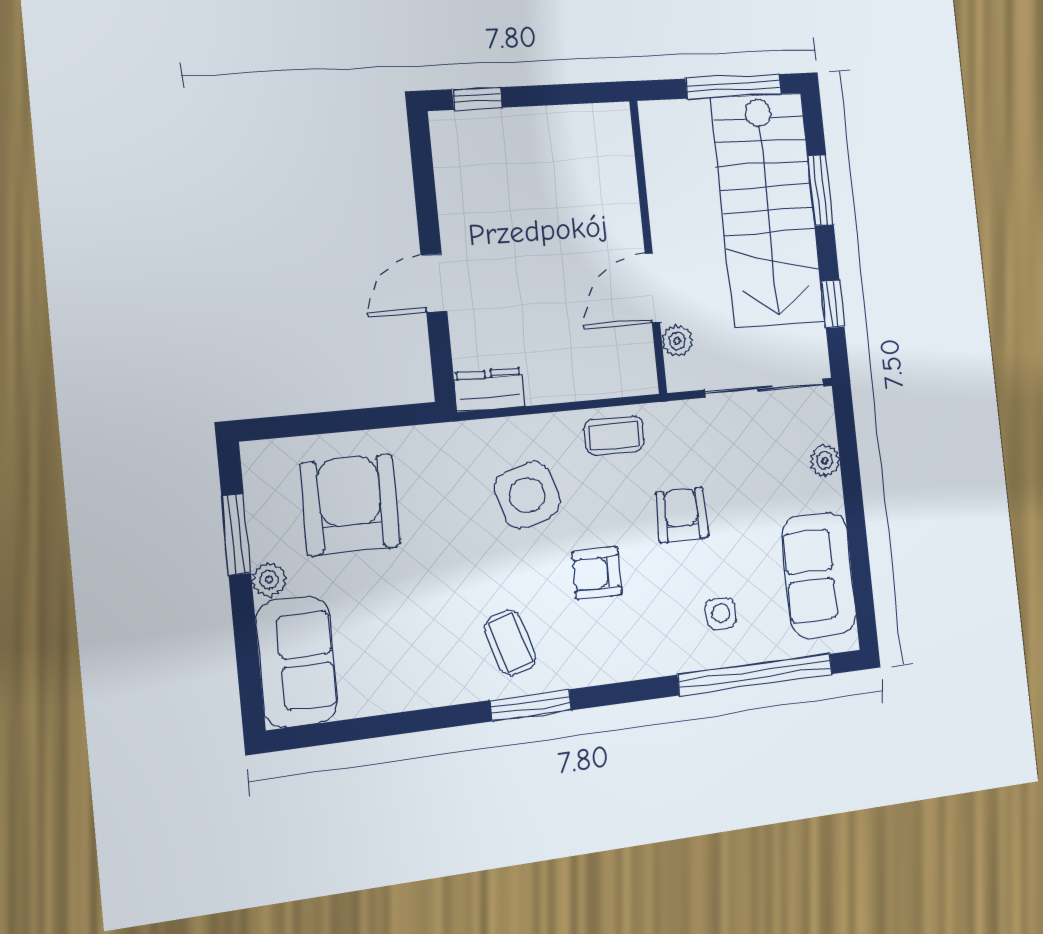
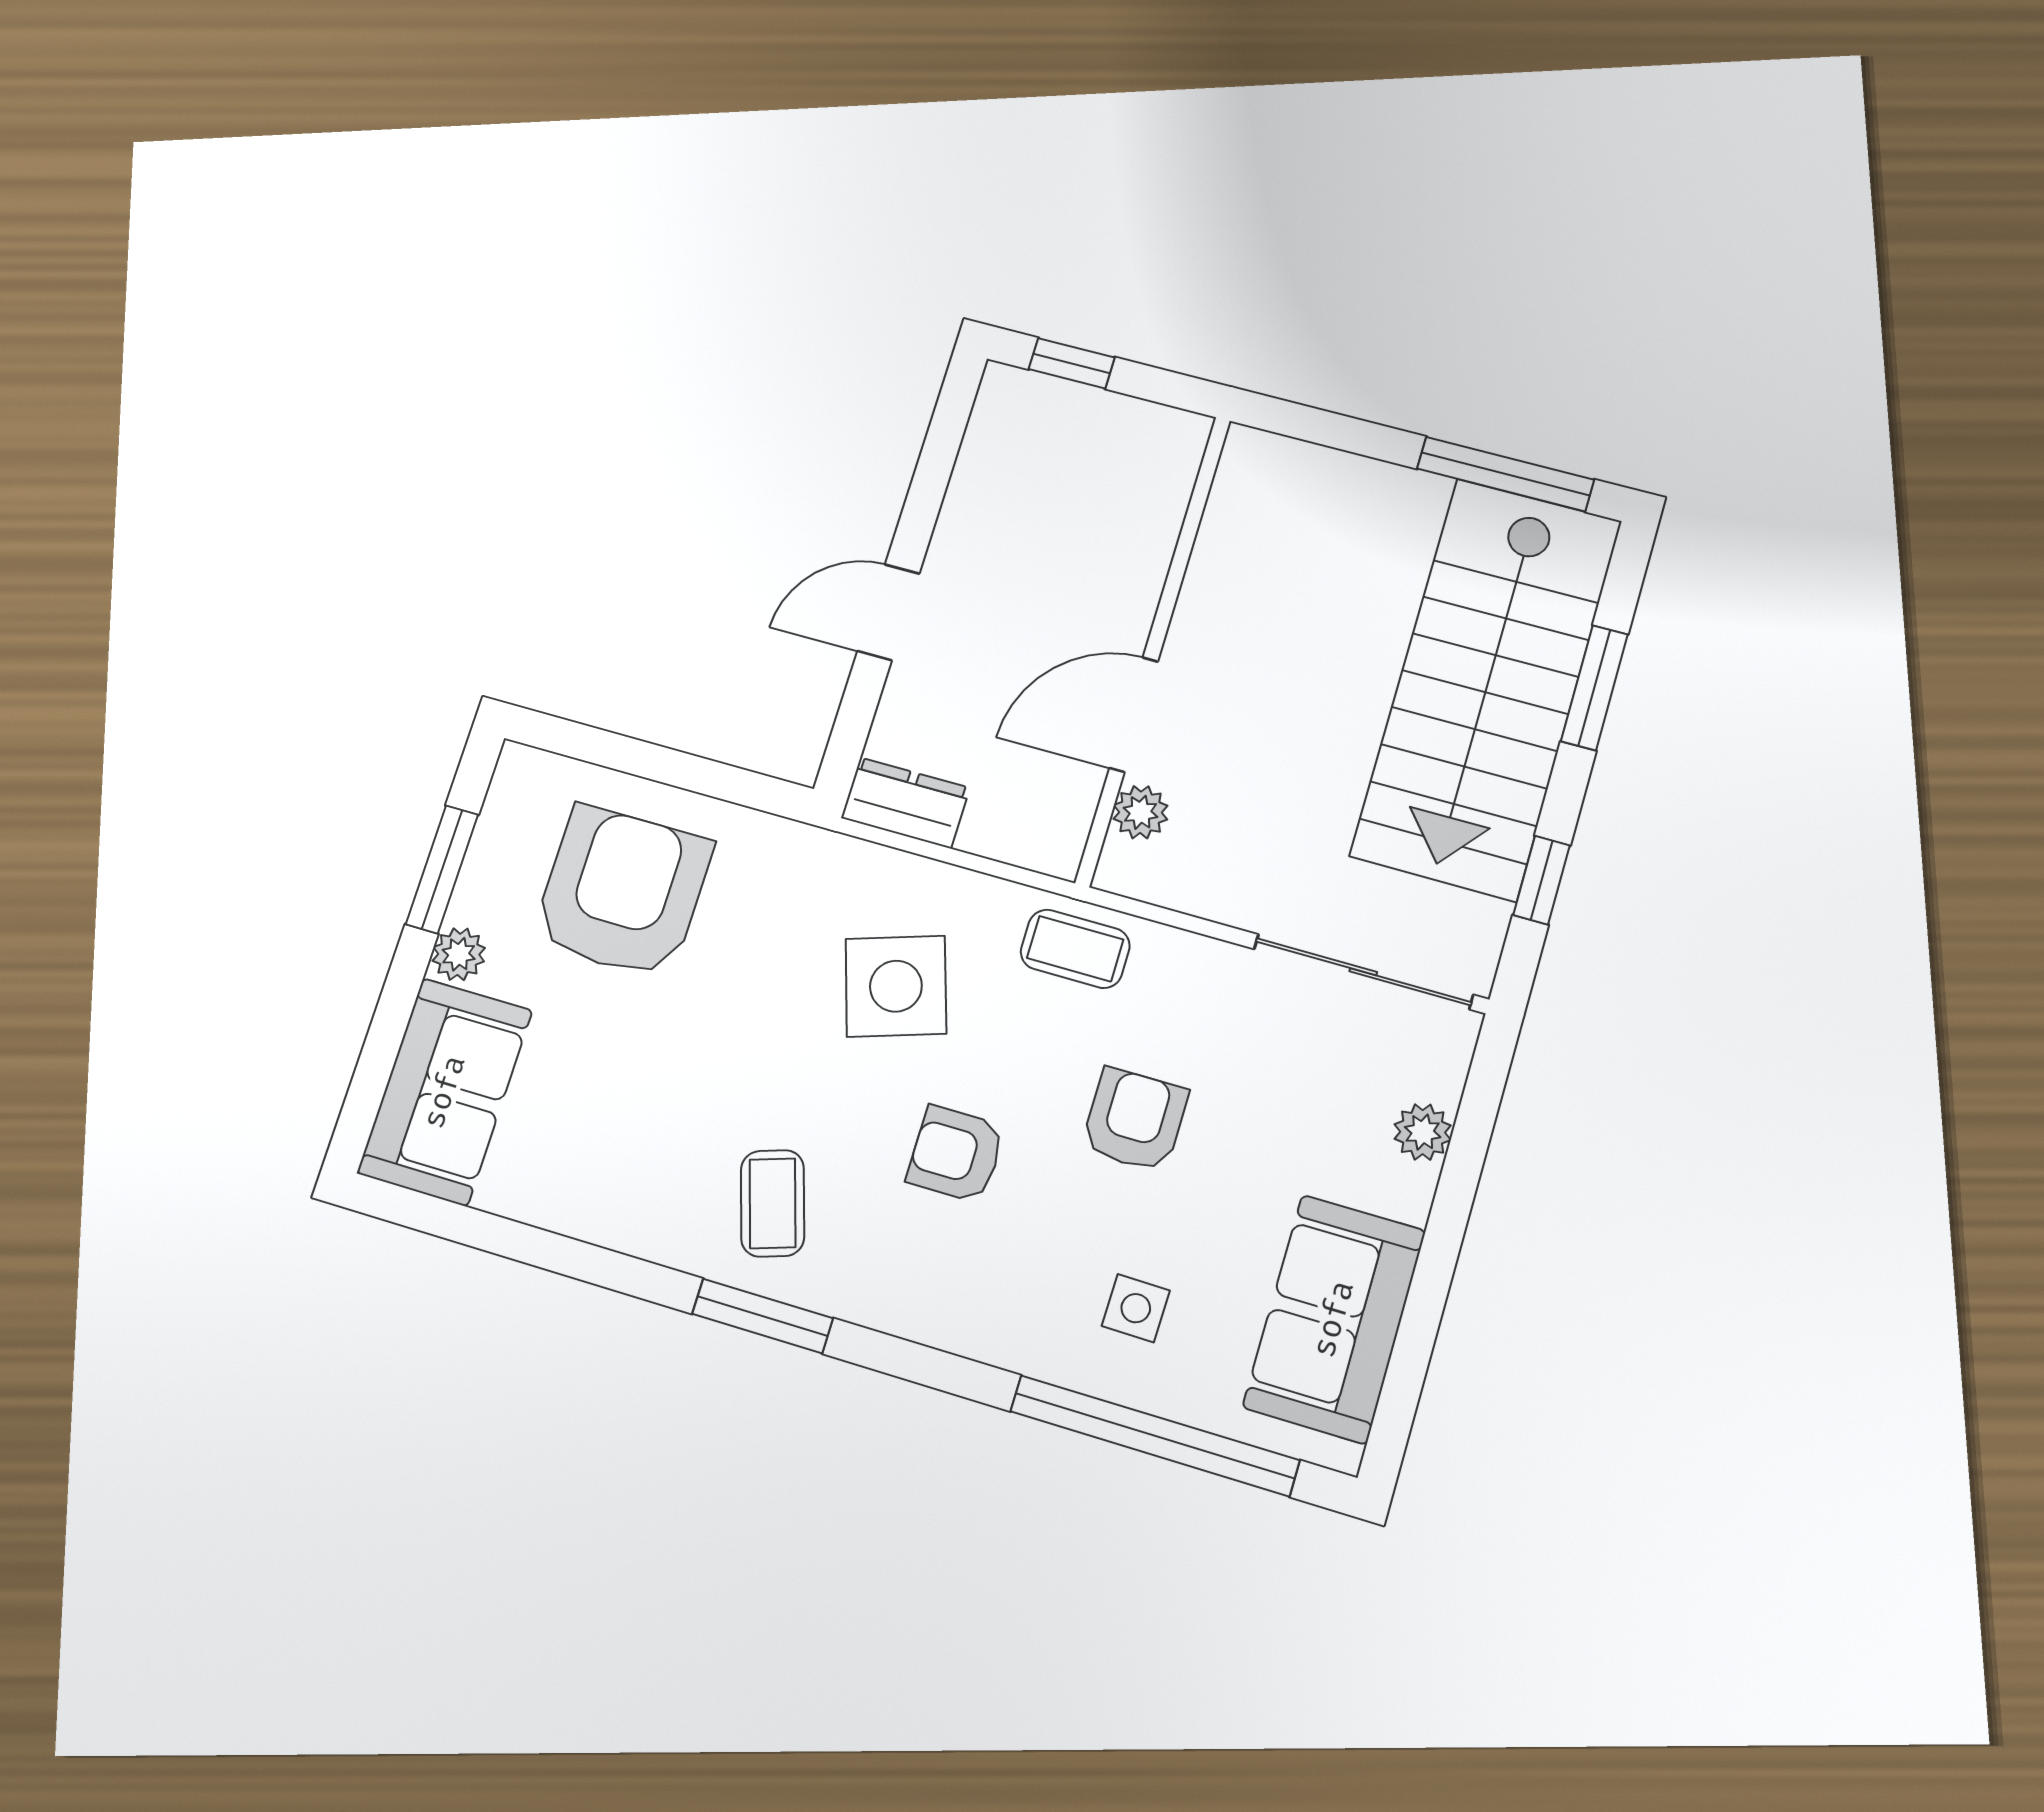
wall: (648, 247) -> (1154, 649), moved
door: (652, 288) -> (1134, 715), moved
plant: (677, 341) -> (1141, 812), moved

